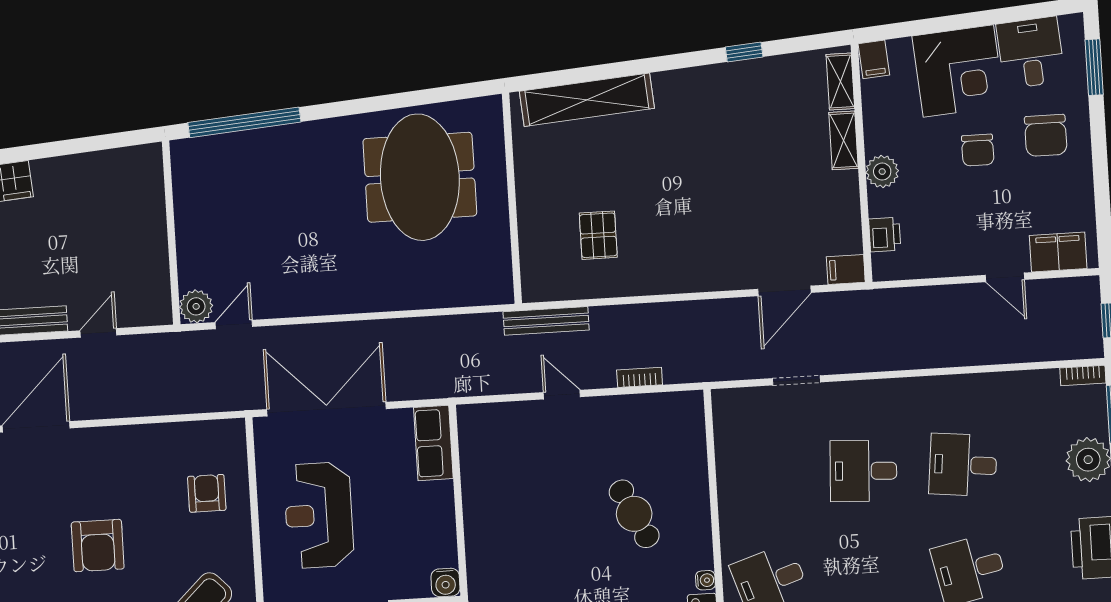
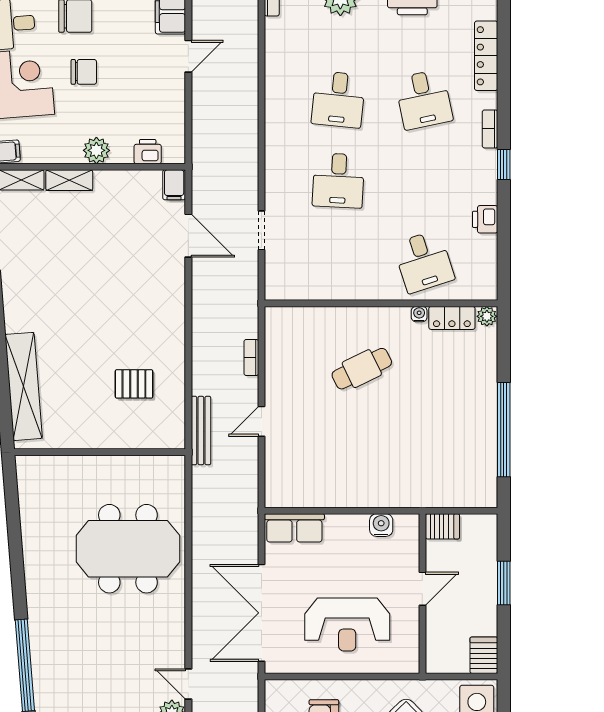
meeting table: (420, 177) -> (128, 549), moved
water cooler: (445, 582) -> (381, 525), moved, turned -90

